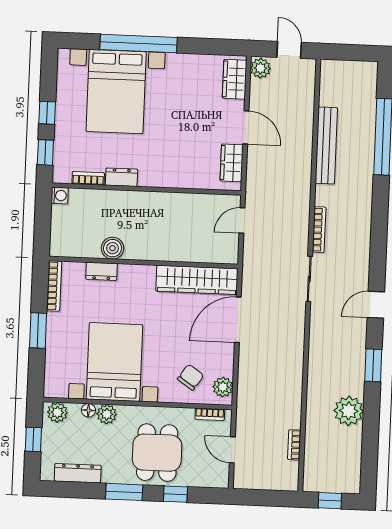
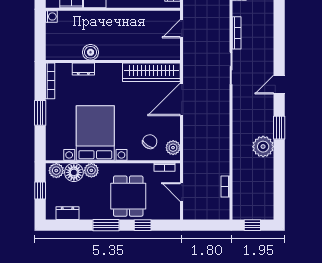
floor lamp: (88, 410) -> (74, 172), width x1.89, depth x1.89
plant: (349, 411) -> (263, 147), moved
dresser: (78, 473) -> (68, 213), width x0.70

